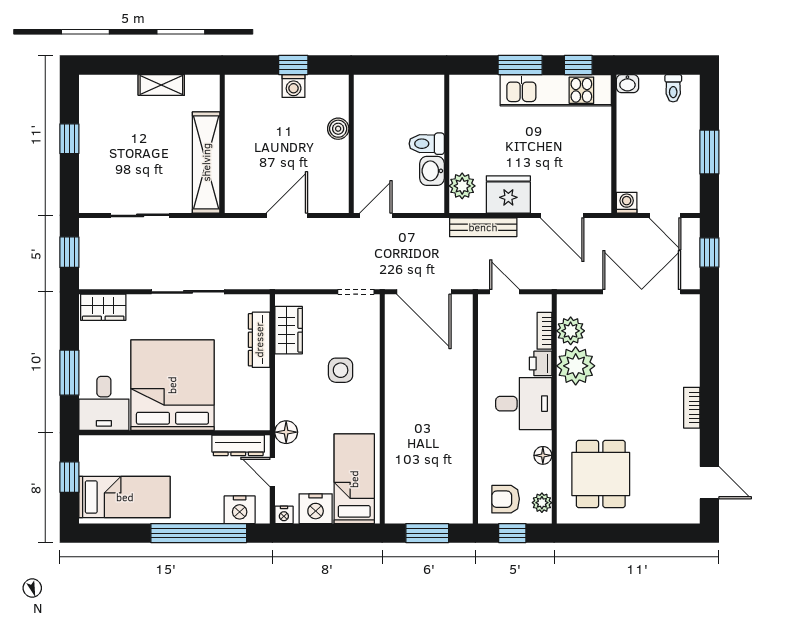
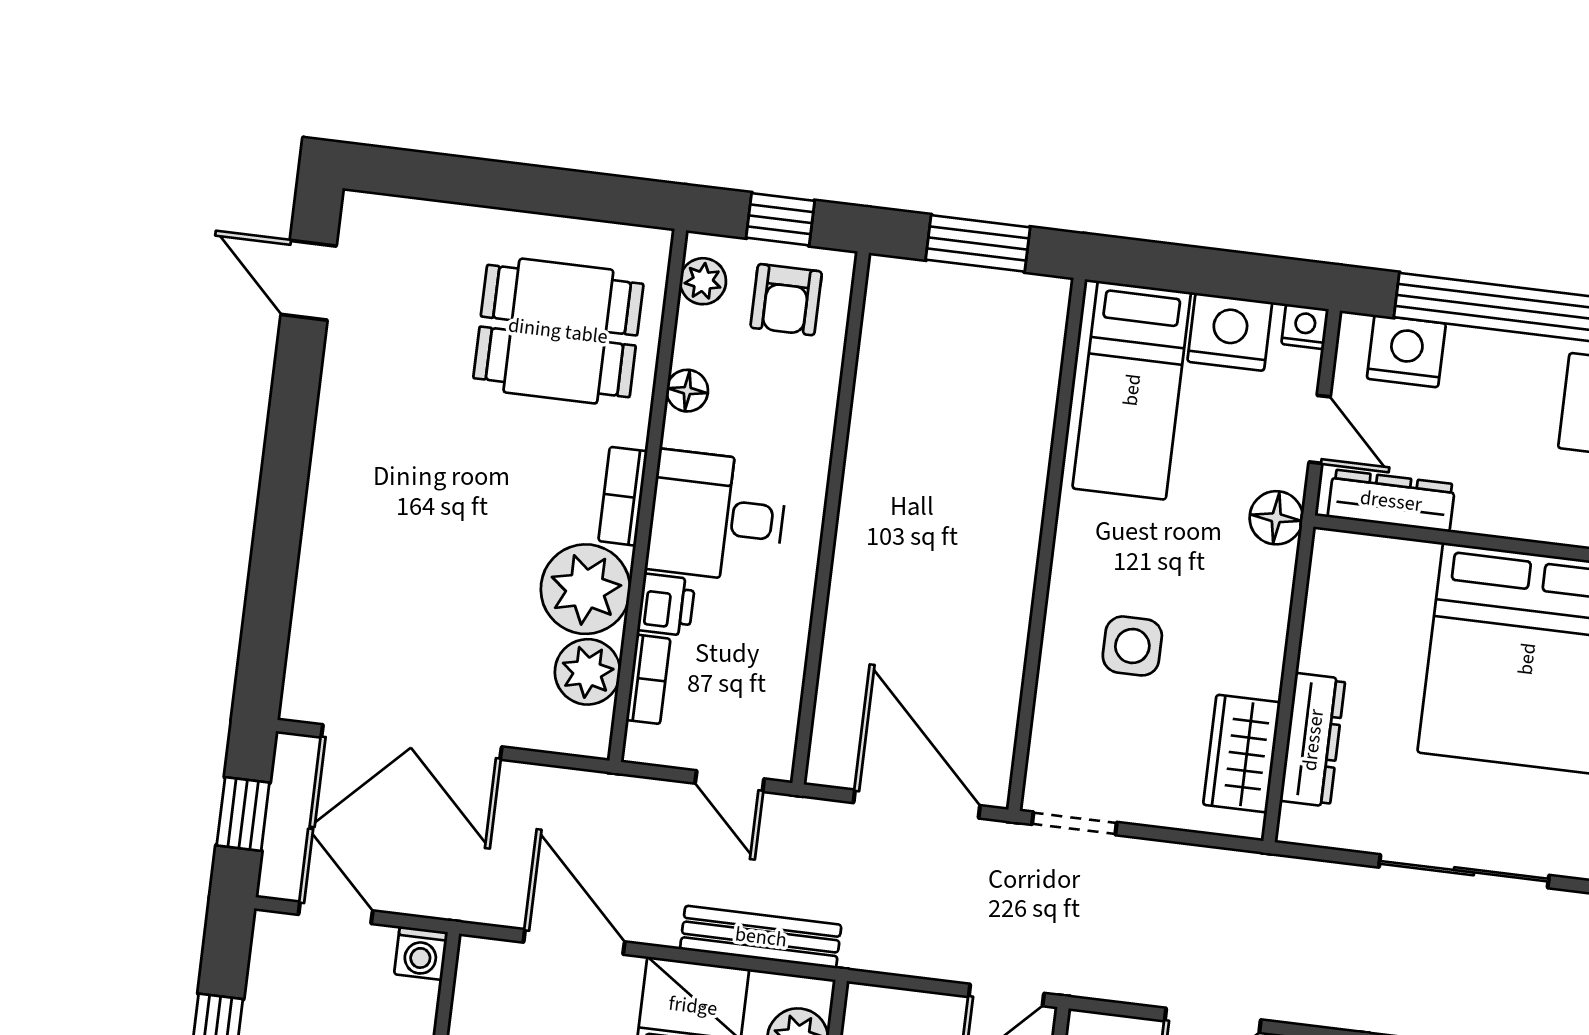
bookcase: (692, 408) -> (623, 496), moved, turned 180
dining table: (601, 474) -> (558, 331), turned 90
armchair: (506, 499) -> (786, 300), turned 90

